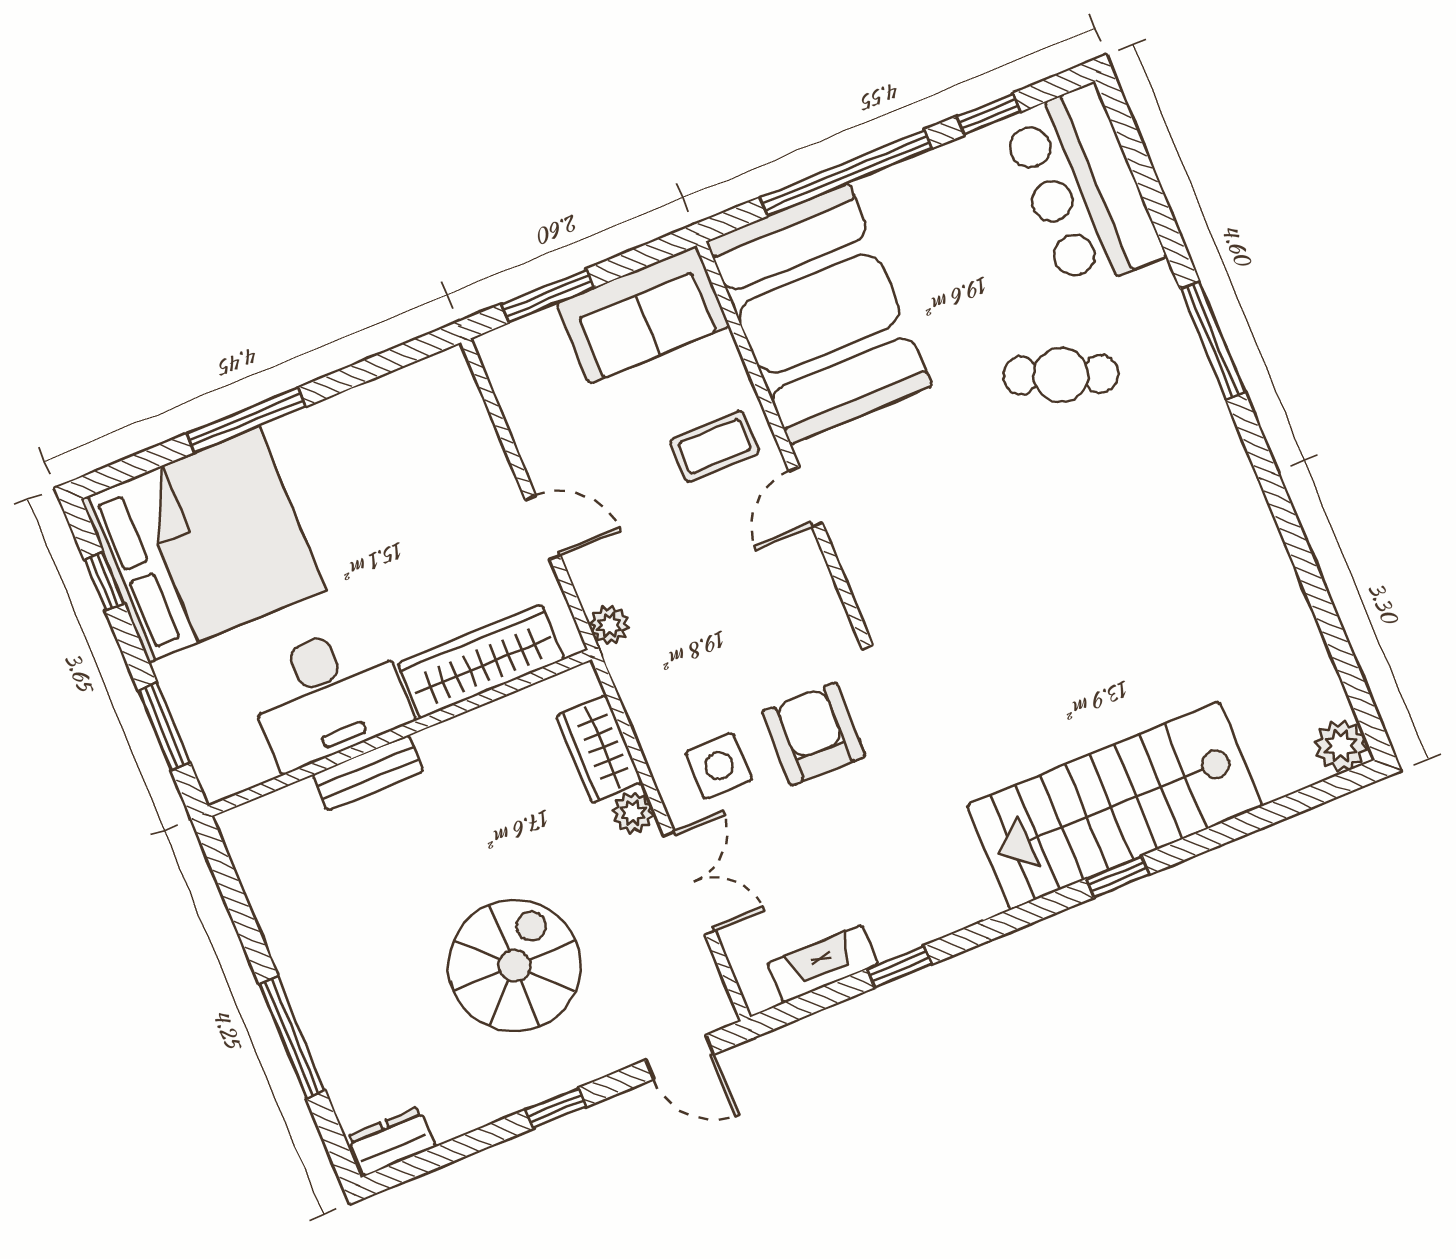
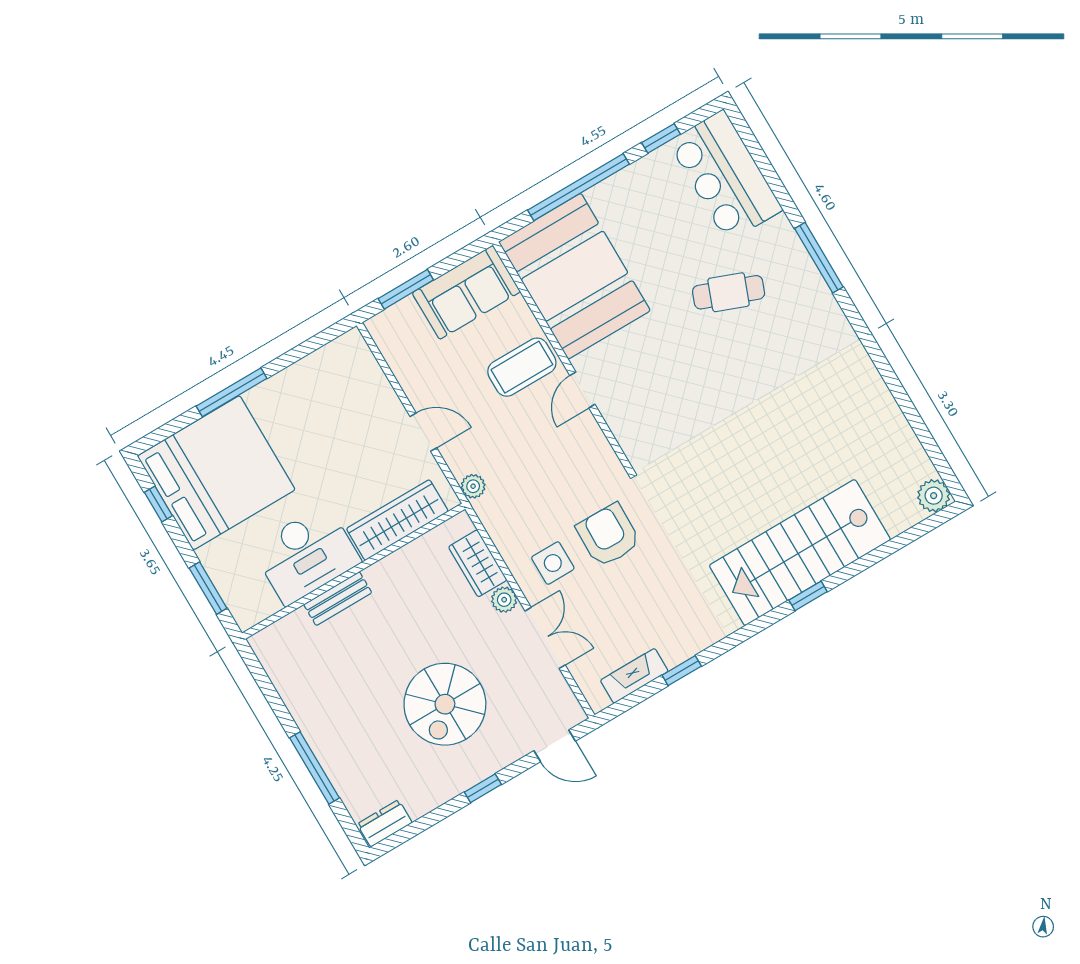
coffee table: (714, 447) -> (522, 367), width x1.36, depth x1.30
spiral stairs: (515, 966) -> (445, 704), turned 180

